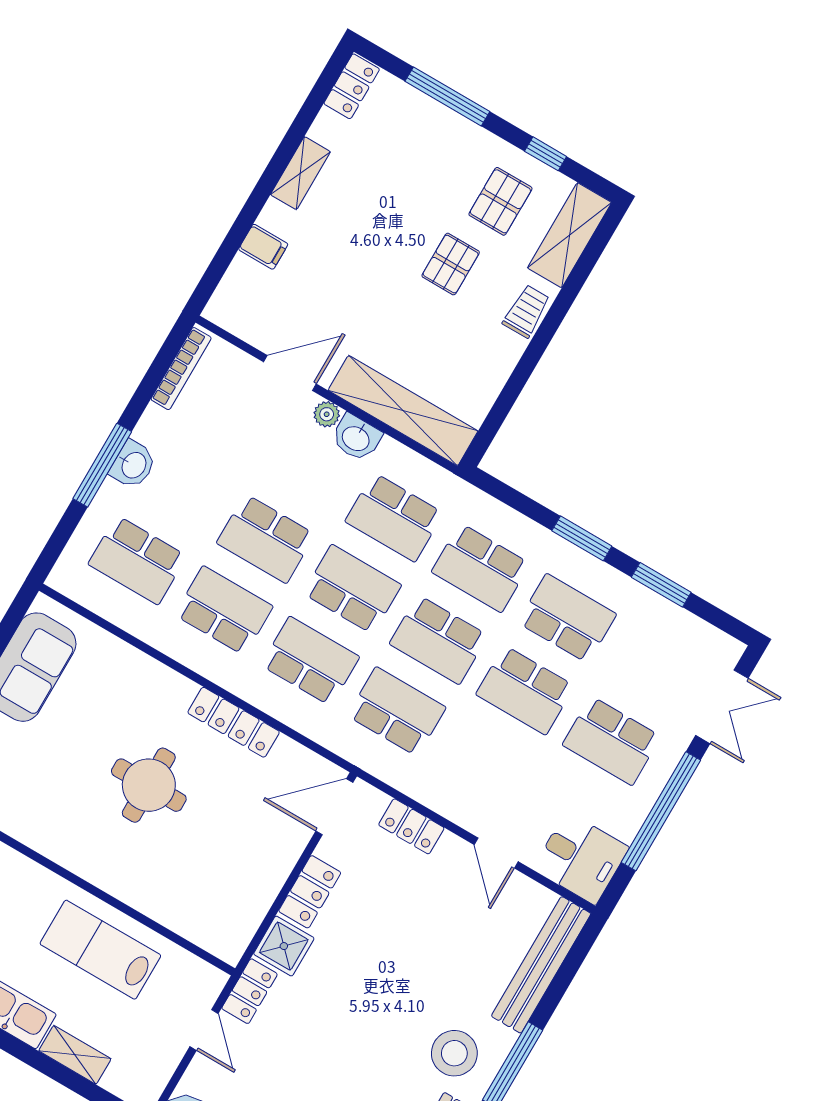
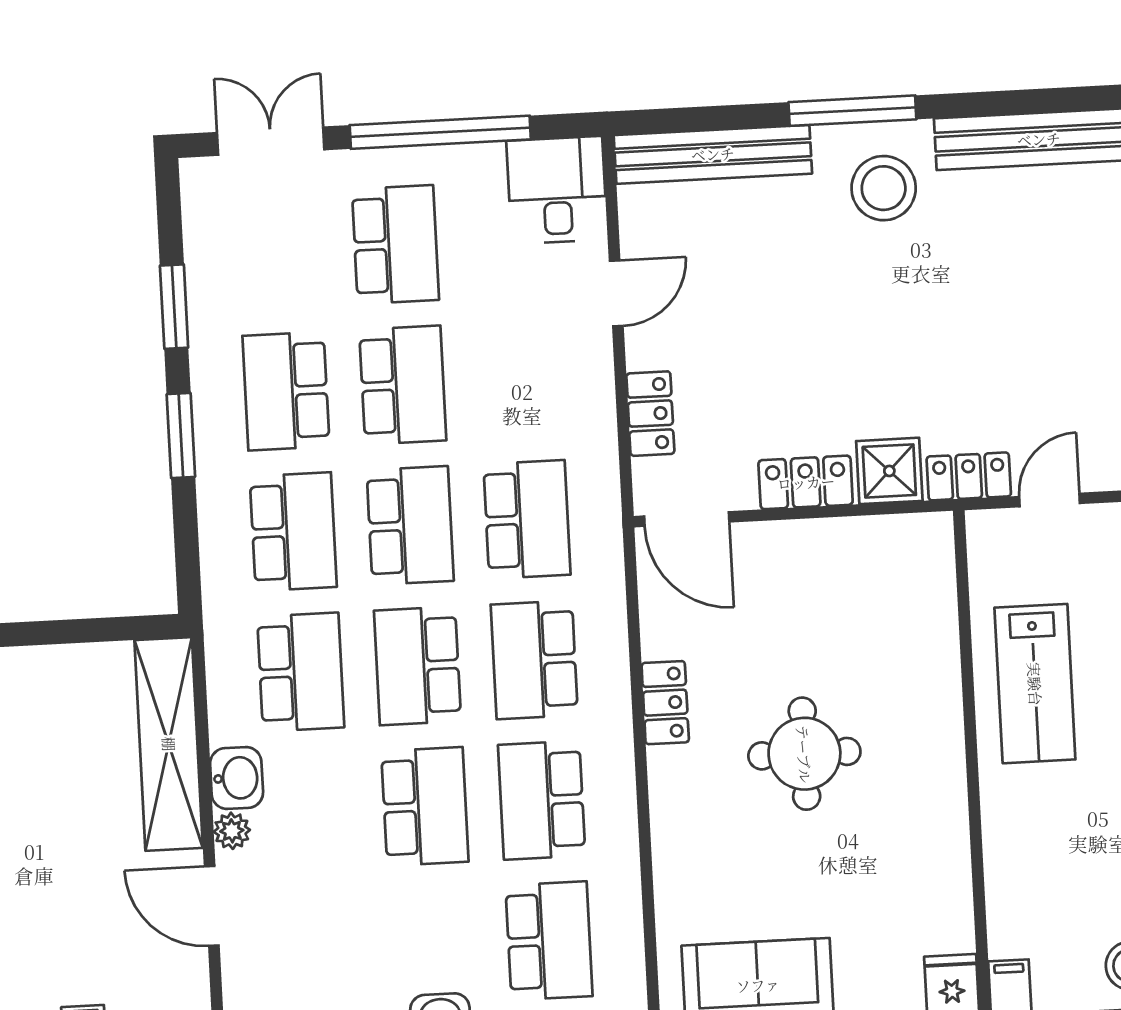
school desk: (397, 712) -> (527, 519), turned 180
locker: (234, 722) -> (665, 703), width x0.66

